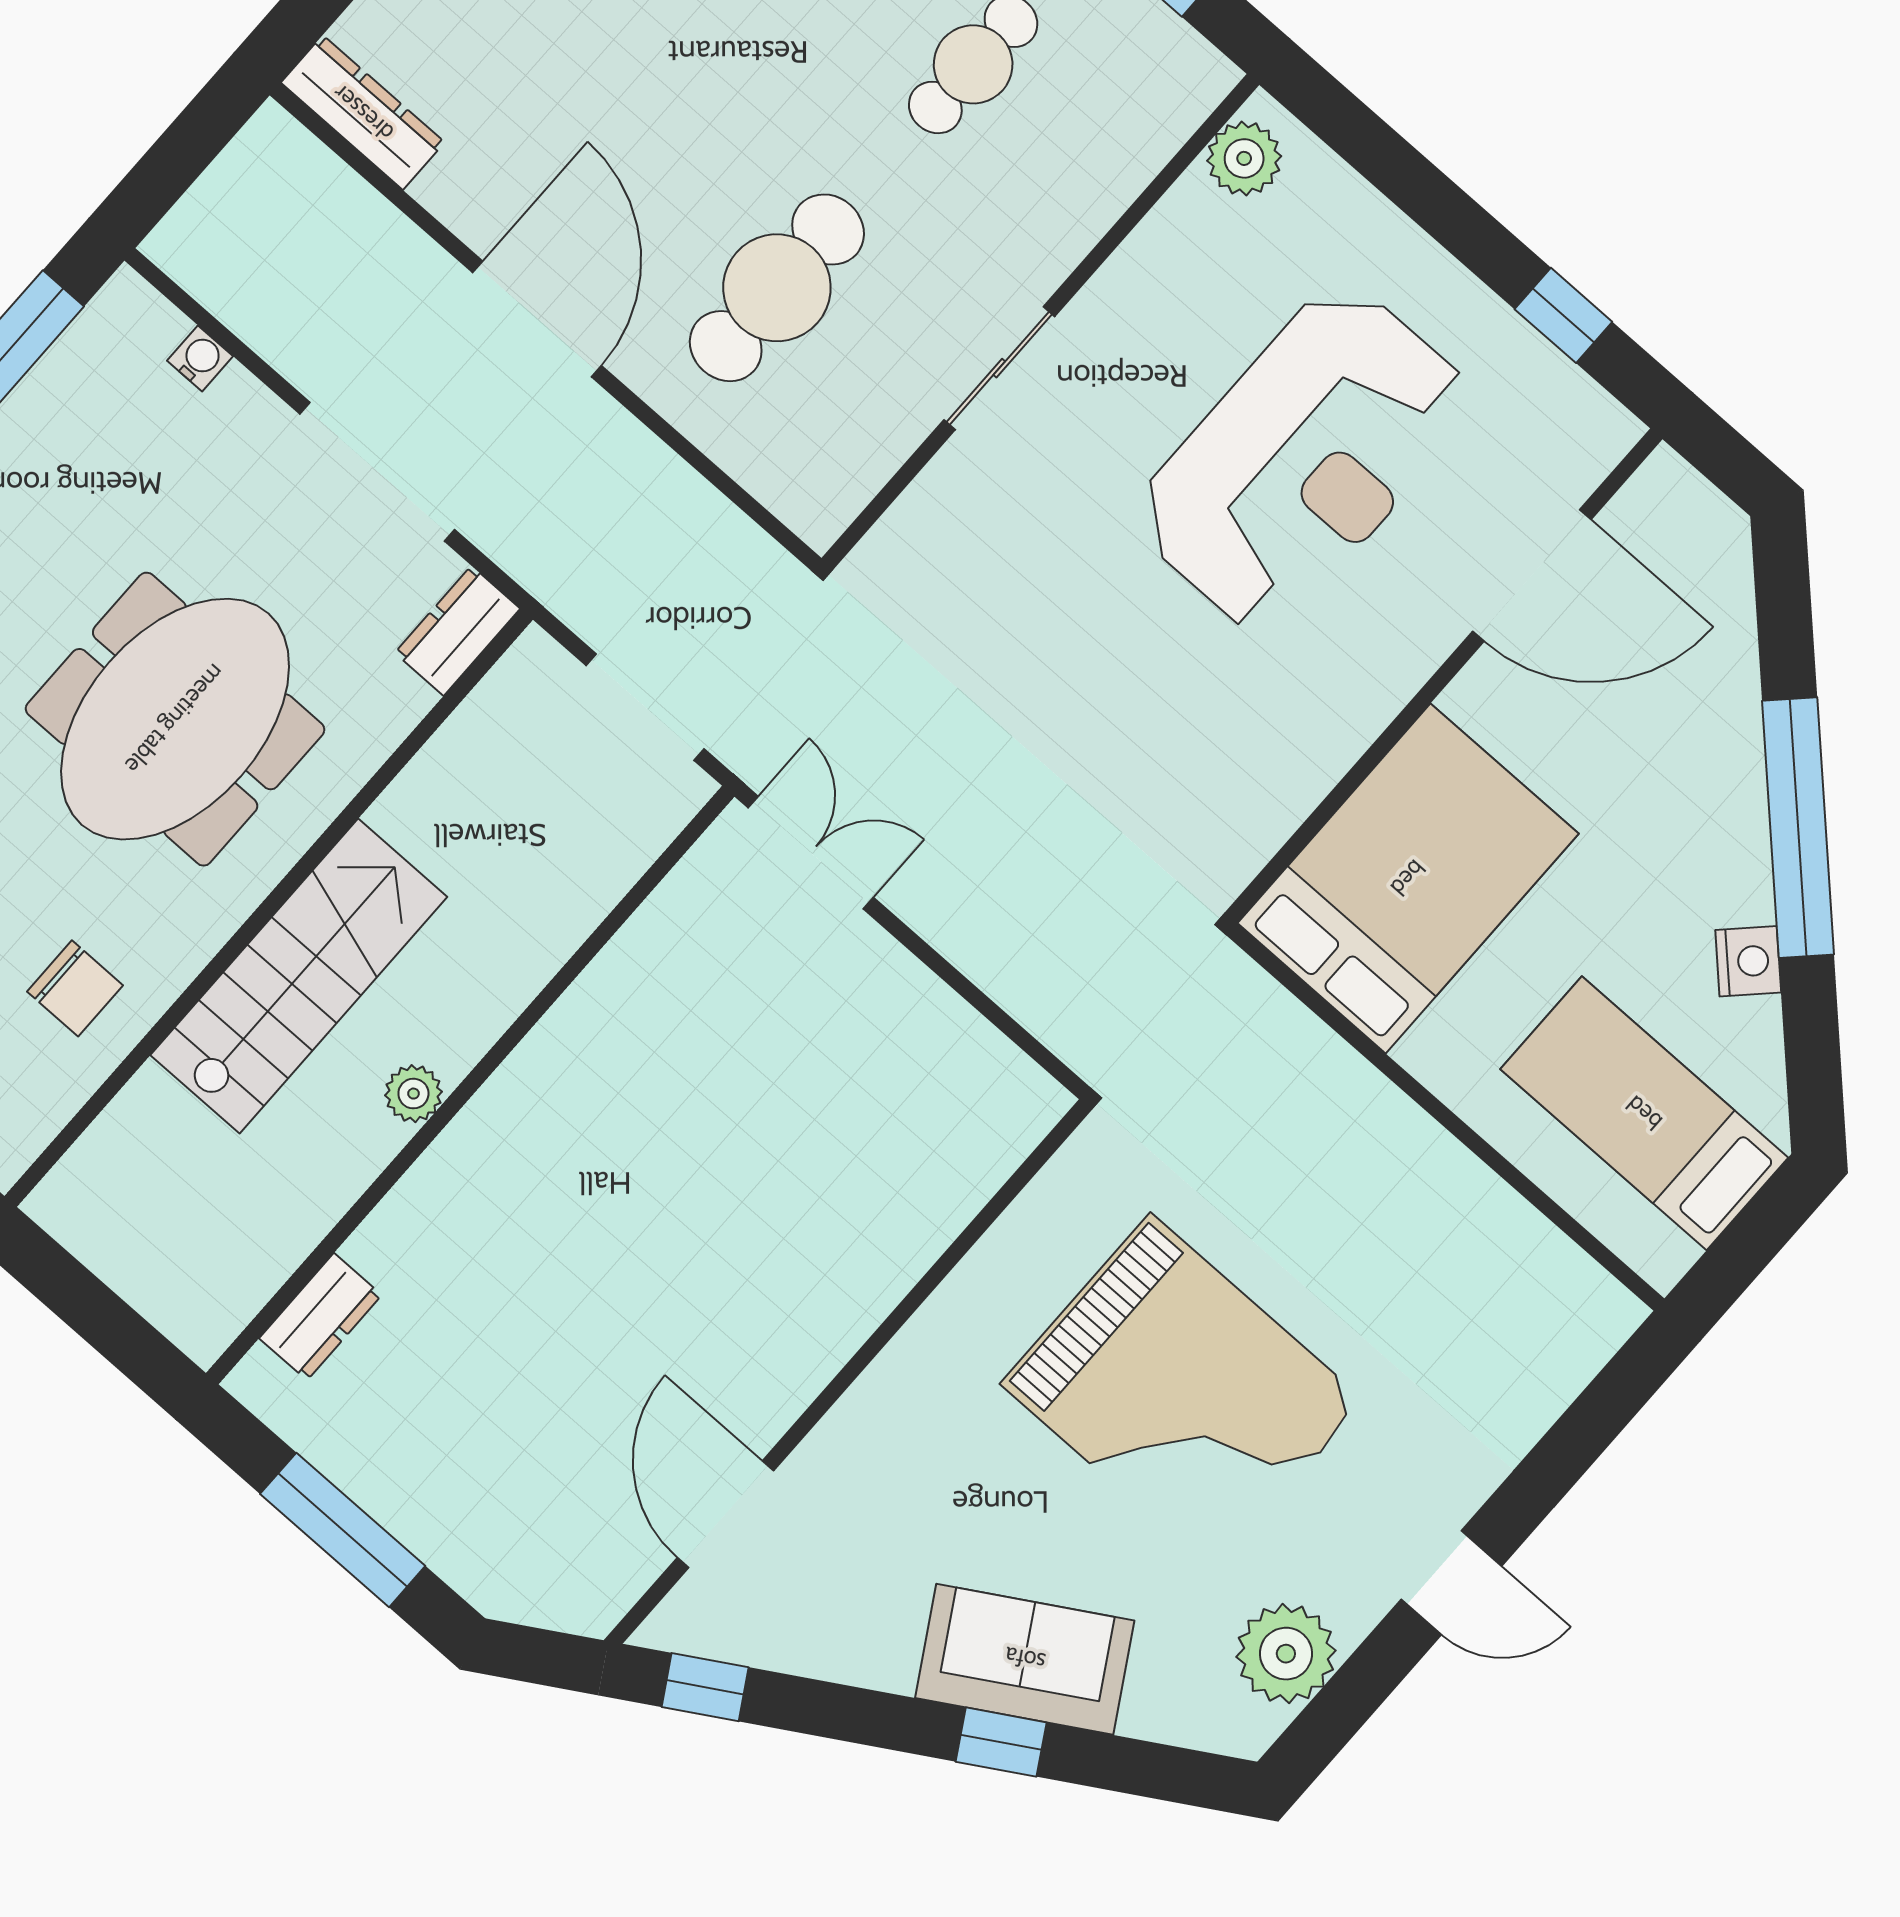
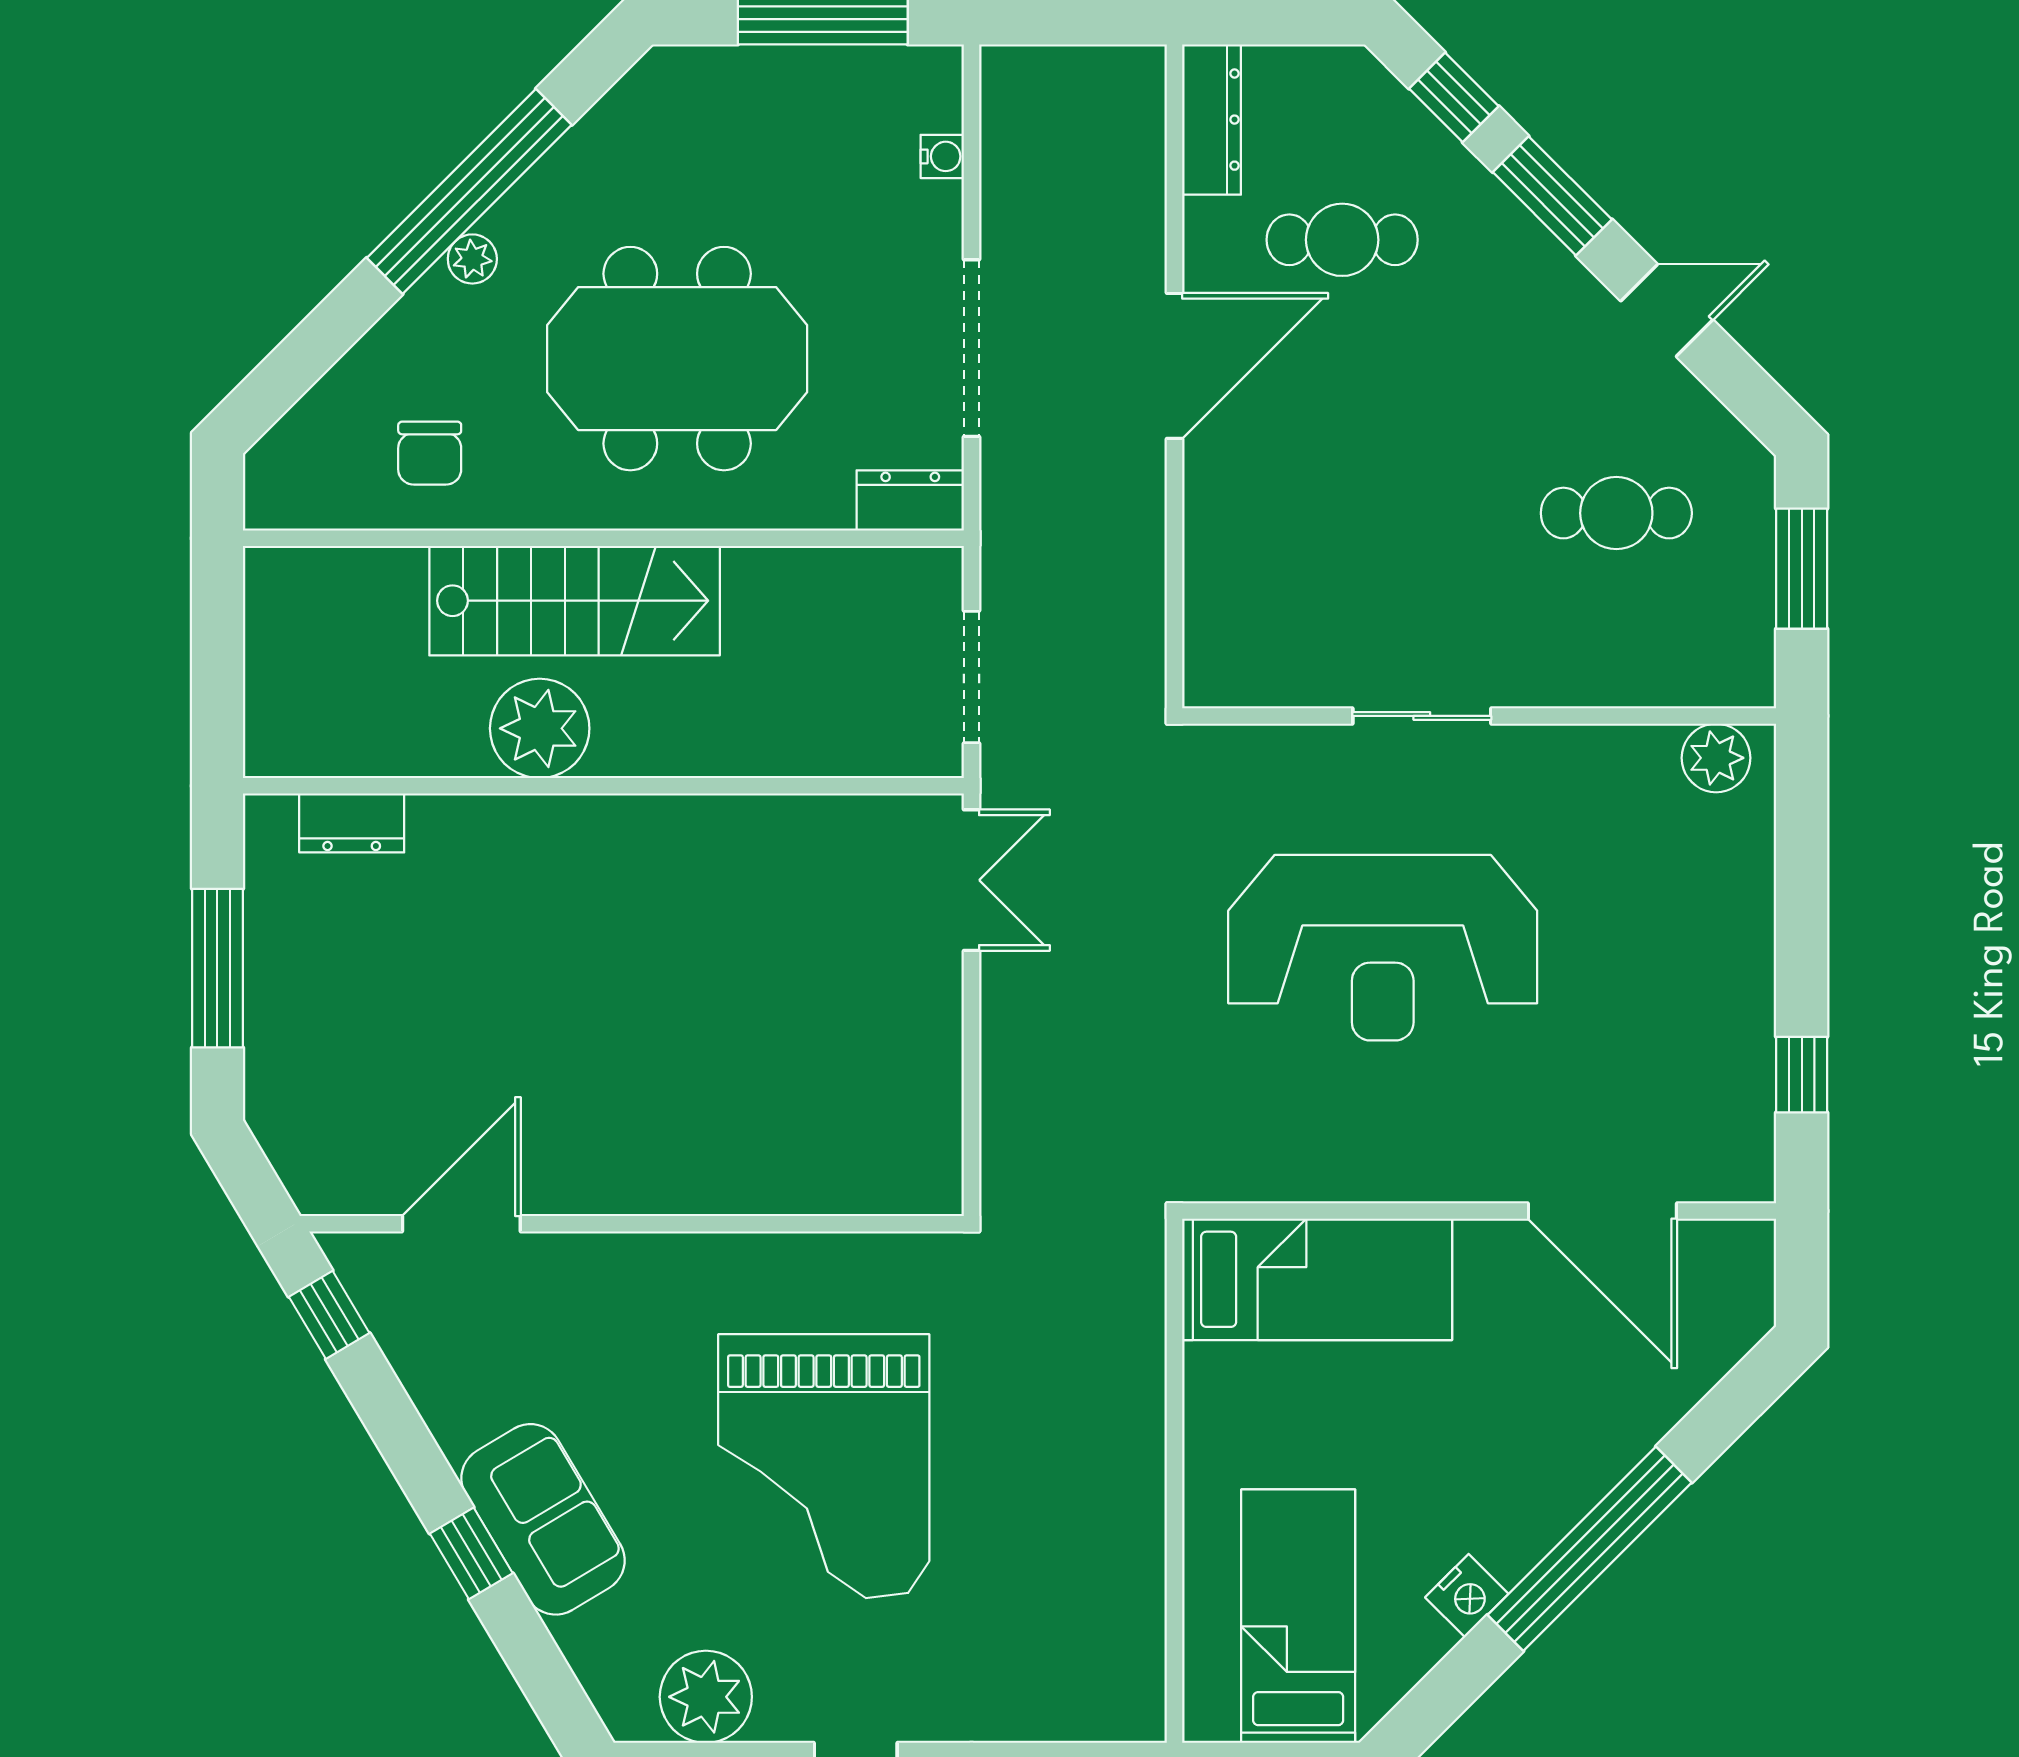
cafe table: (777, 288) -> (1342, 240), moved, width x0.73, depth x0.74
reception desk: (1303, 459) -> (1383, 948), moved
bed: (1408, 878) -> (1317, 1279), width x0.67
plant: (413, 1094) -> (540, 728), width x1.87, depth x1.87

